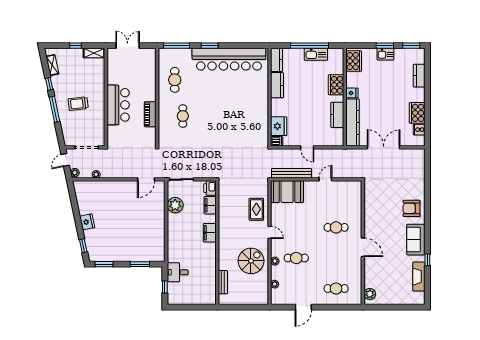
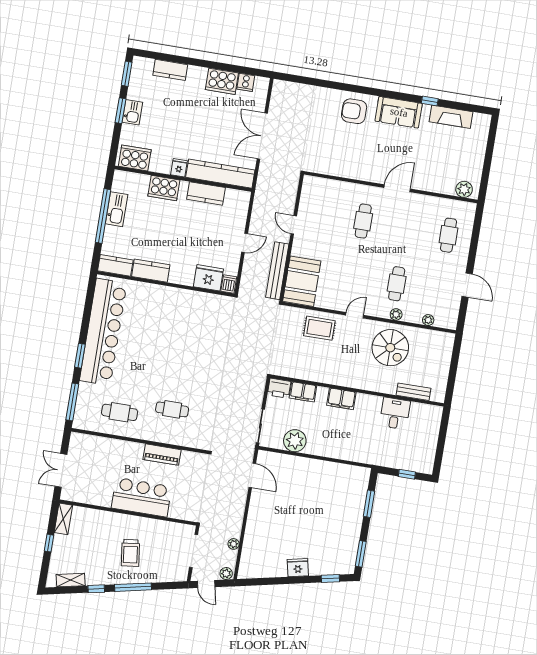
armchair: (411, 208) -> (354, 111), turned 90
spiral stairs: (251, 261) -> (390, 348), turned 180
desk: (178, 272) -> (395, 413), moved, turned 180

